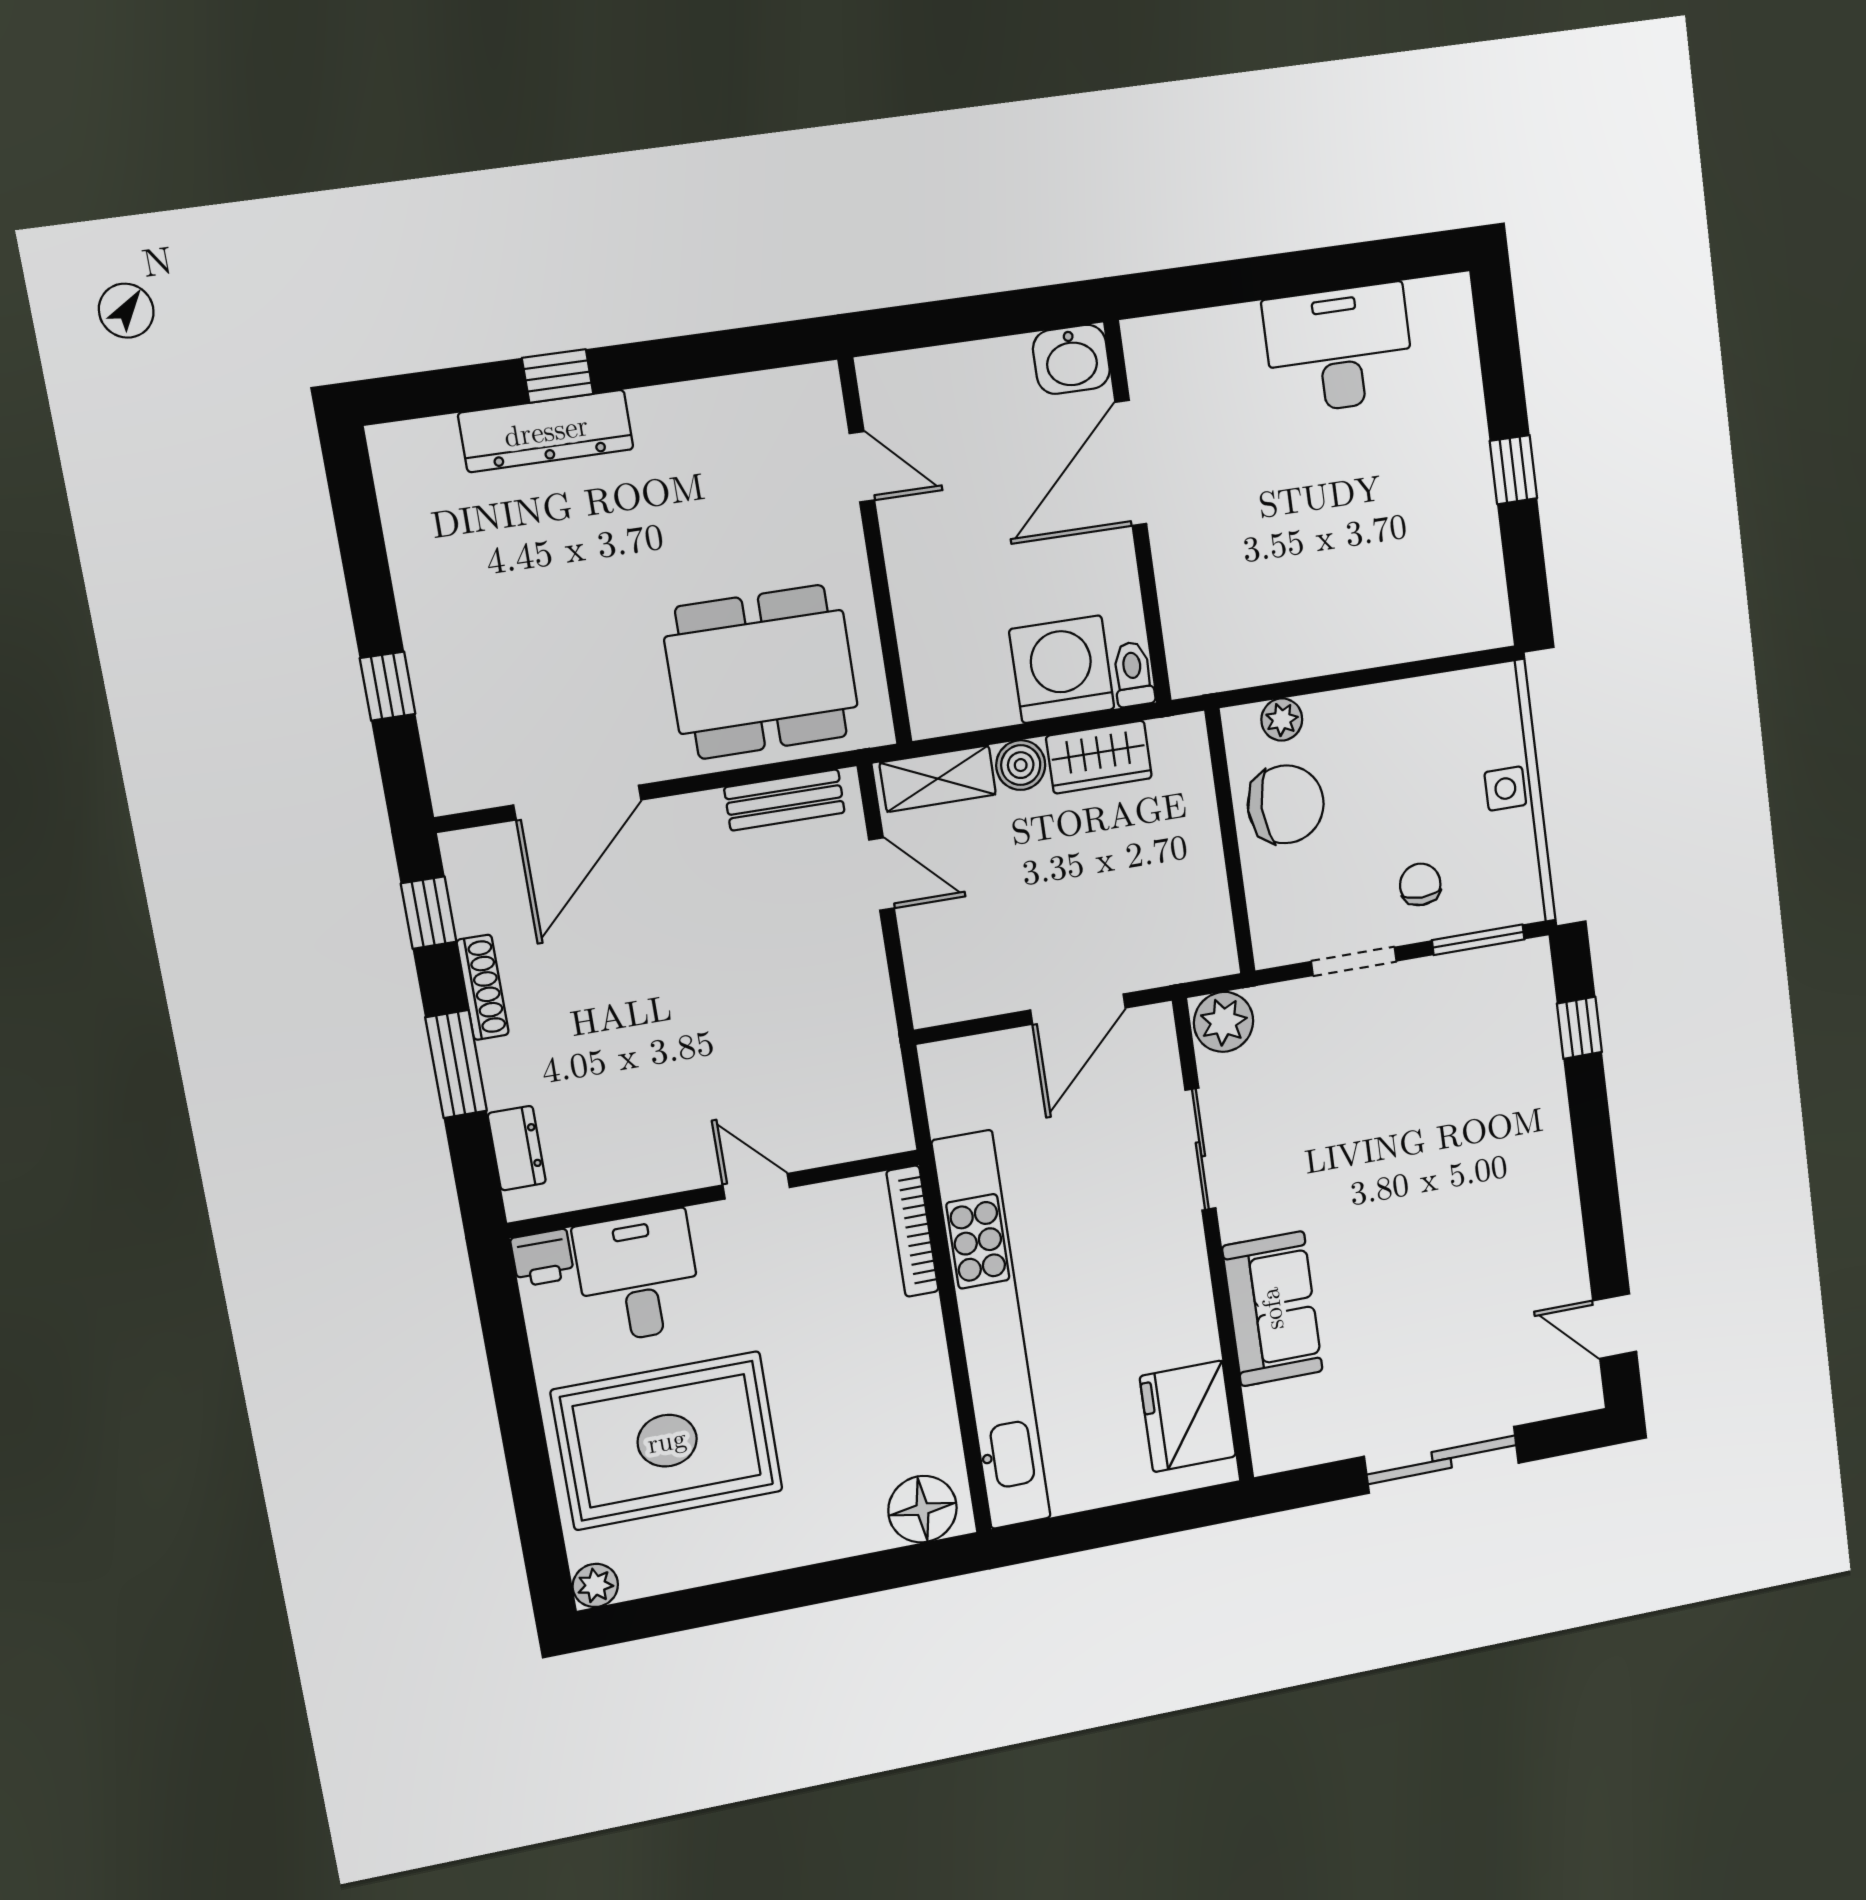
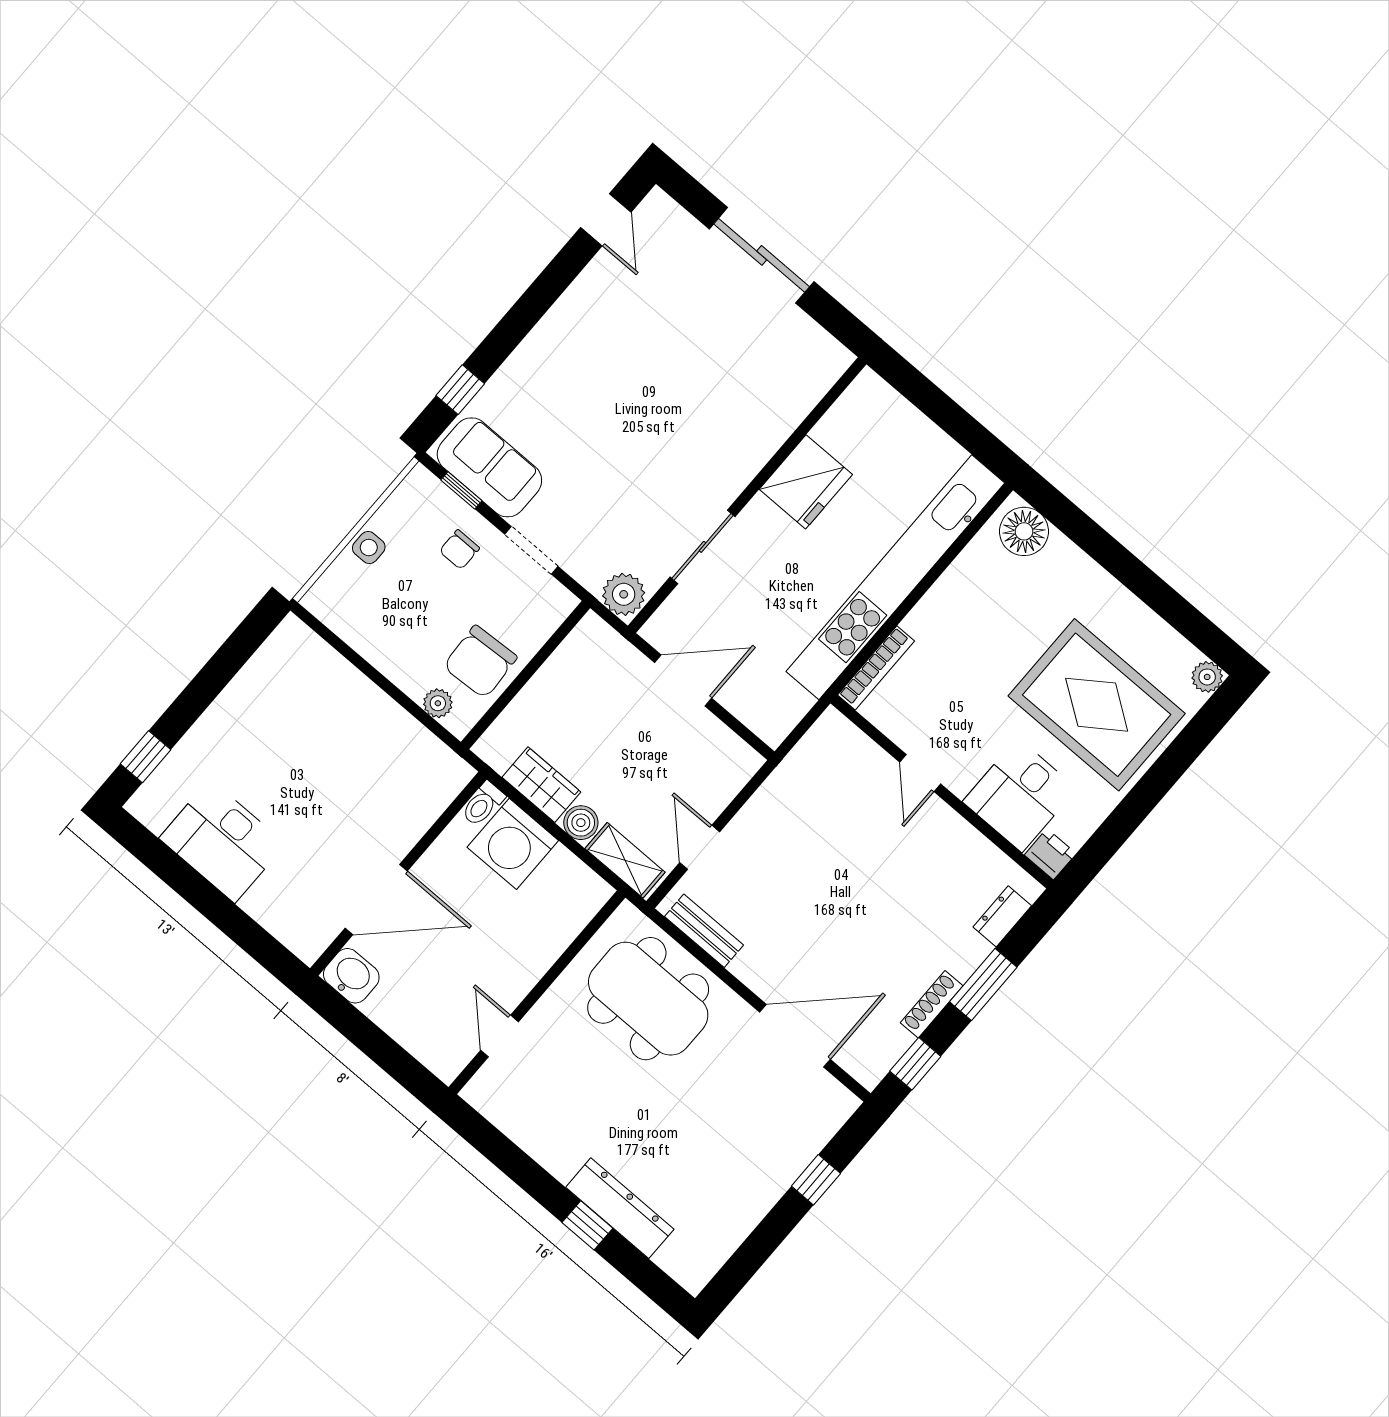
window: (1513, 470) -> (146, 757), moved
chair: (1286, 804) -> (480, 662), turned -93
window: (1478, 940) -> (461, 490), width x0.67
sofa: (1272, 1309) -> (489, 467), moved, turned 90
fridge: (1188, 1416) -> (806, 482), moved

